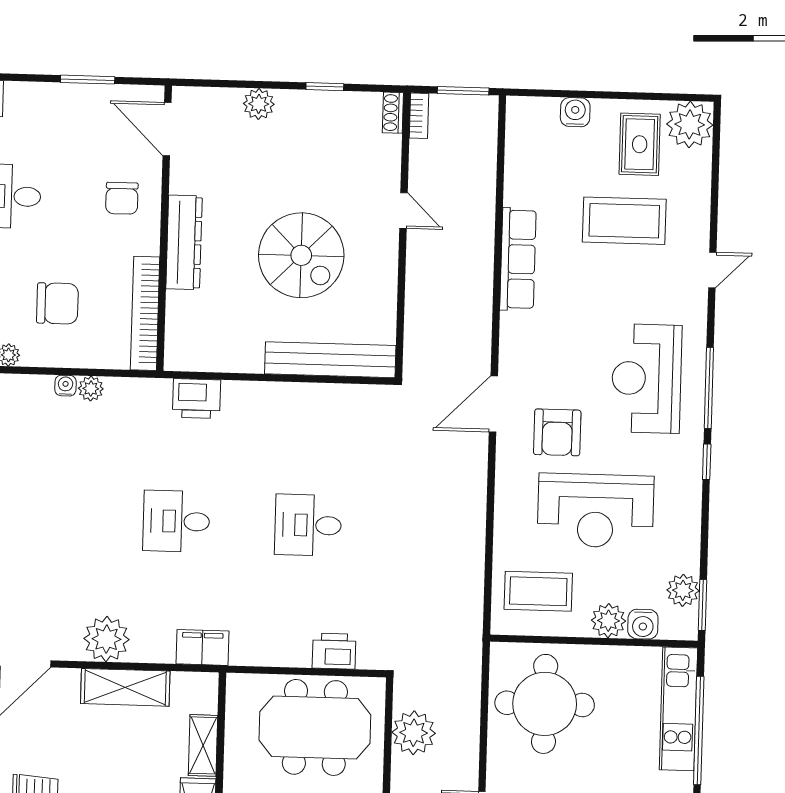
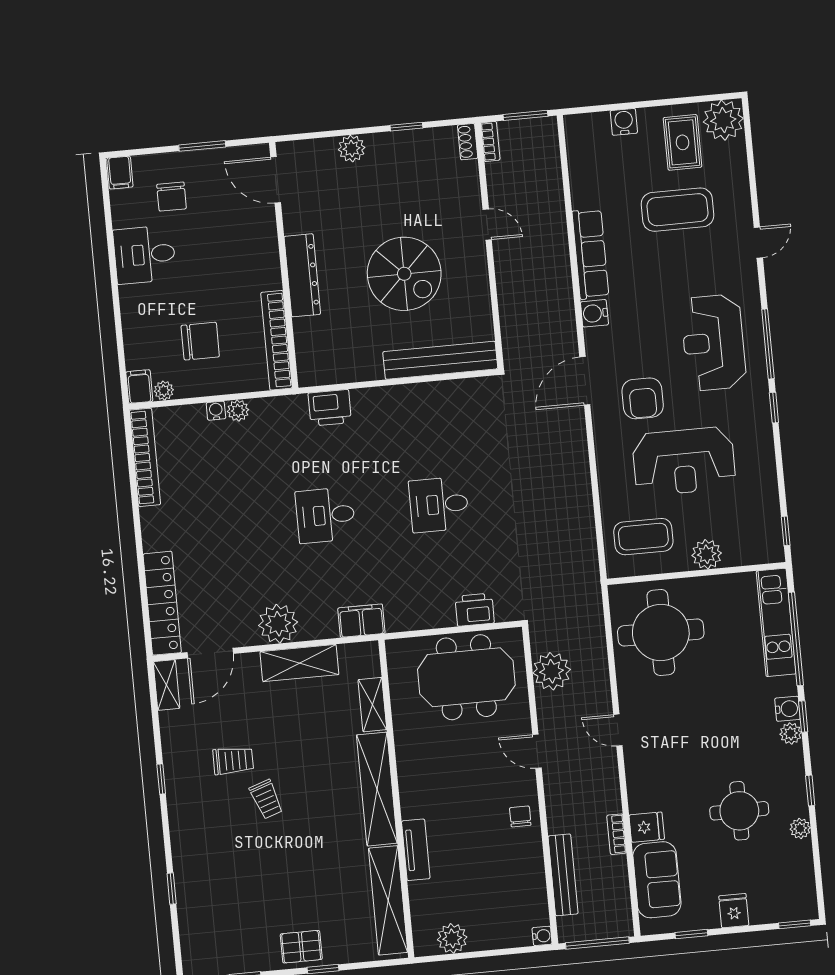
chair: (122, 198) -> (172, 197), moved
plant: (683, 590) -> (767, 520), removed
window: (702, 605) -> (786, 531), width x0.67
water cooler: (643, 624) -> (594, 313), moved, turned 90

